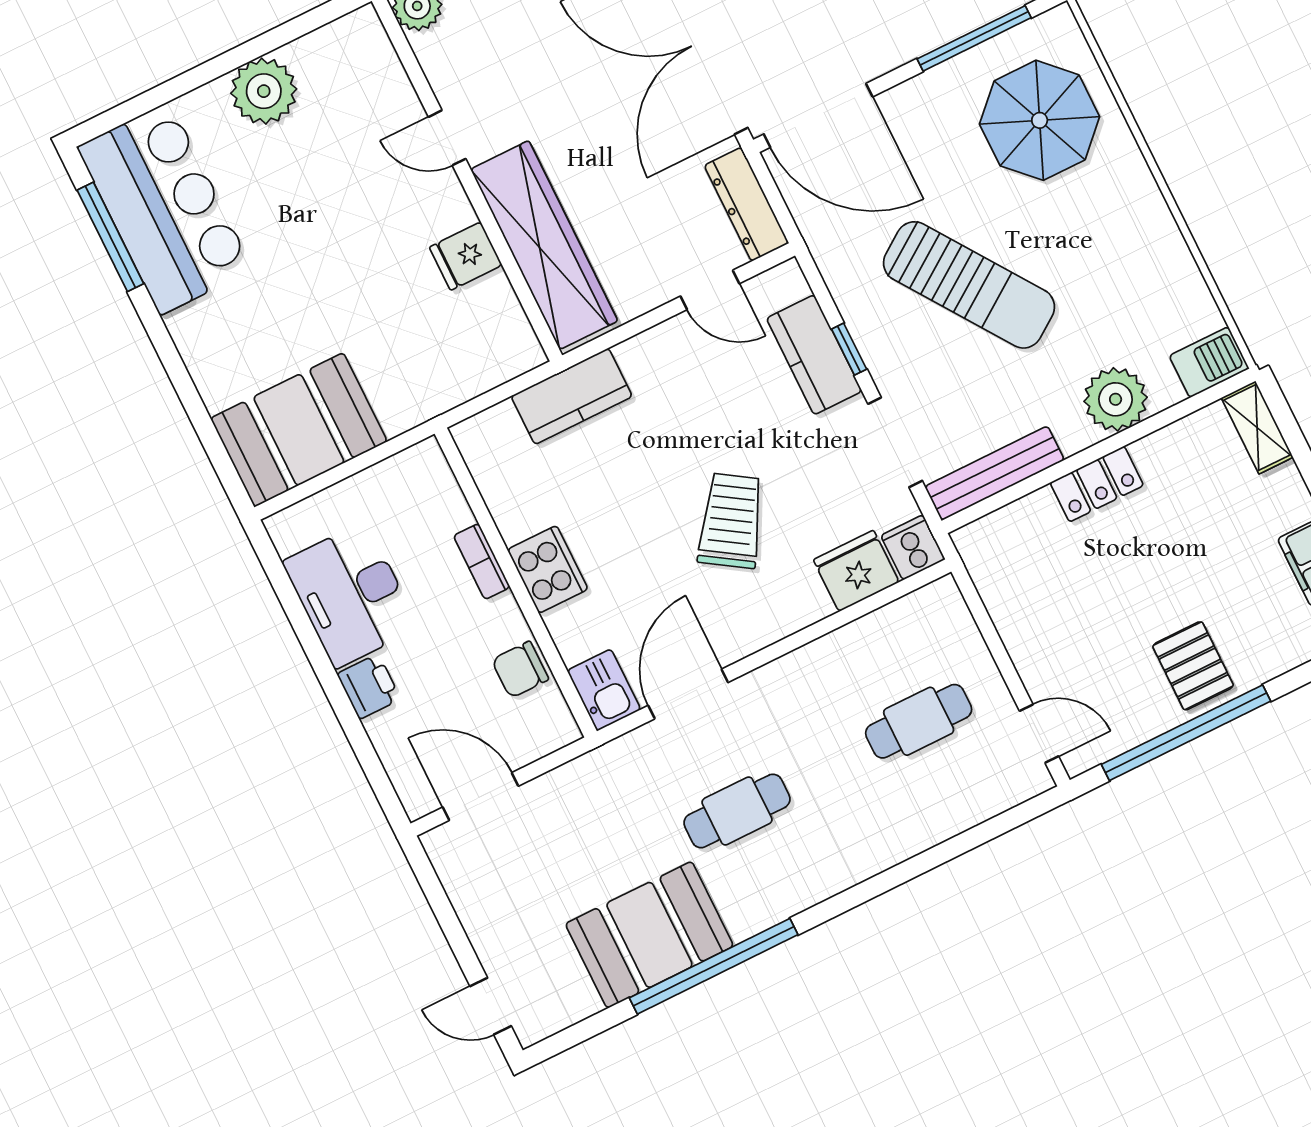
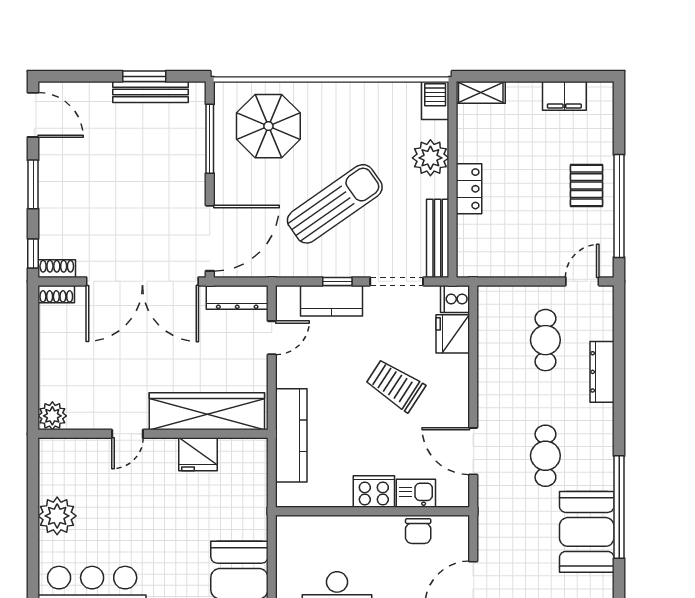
fridge: (466, 256) -> (198, 454), width x1.38
kitchen counter: (572, 396) -> (291, 435), width x1.50
bookcase: (482, 561) -> (353, 523), removed
pallet: (1193, 666) -> (587, 186), turned 90
kitchen sink: (604, 690) -> (416, 493), moved
dresser: (912, 835) -> (602, 372), added

